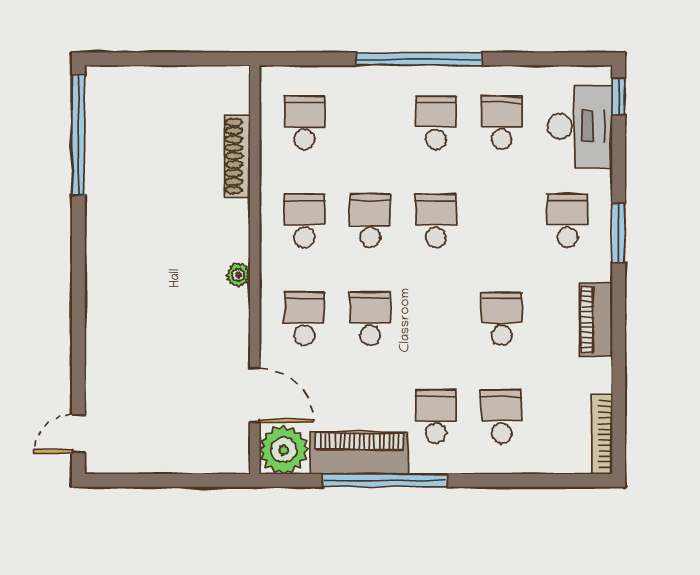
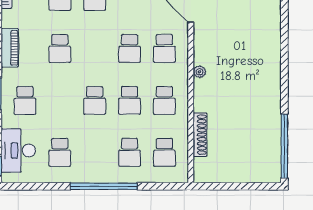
school desk: (436, 123) -> (130, 152), moved

